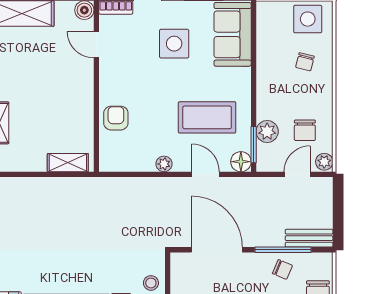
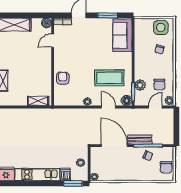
side table: (174, 44) -> (92, 40), removed
door: (96, 45) -> (53, 41), hinge flipped
bench: (309, 238) -> (140, 140), moved

